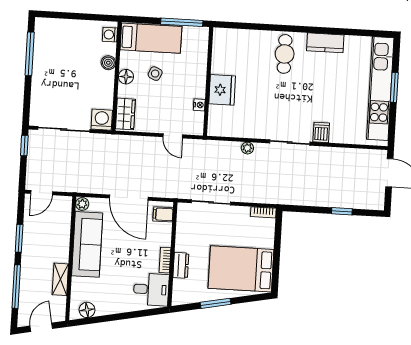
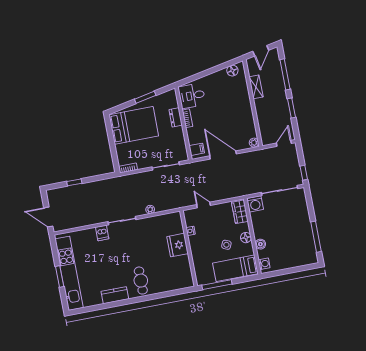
sofa: (87, 244) -> (244, 116), removed

